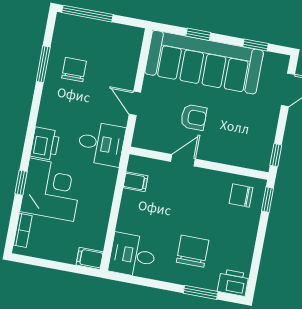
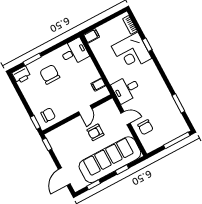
chair: (74, 70) -> (145, 127), moved
printer: (45, 144) -> (150, 70), removed
chair: (193, 251) -> (50, 74), turned 180

